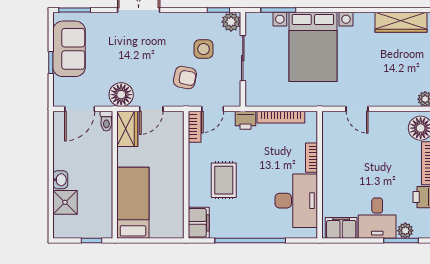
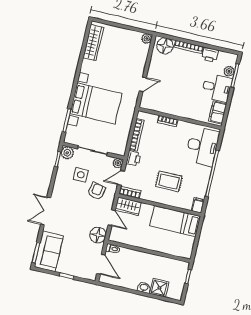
sofa: (69, 49) -> (49, 251), moved, turned 90
plant: (233, 99) -> (118, 163), added
door: (213, 109) -> (121, 178), swing flipped
wardrobe: (127, 129) -> (128, 206), moved, turned 180
desk: (296, 201) -> (202, 146), moved, turned 90
bed: (133, 203) -> (175, 221), moved
filing cabinet: (199, 223) -> (198, 205), width x0.50

